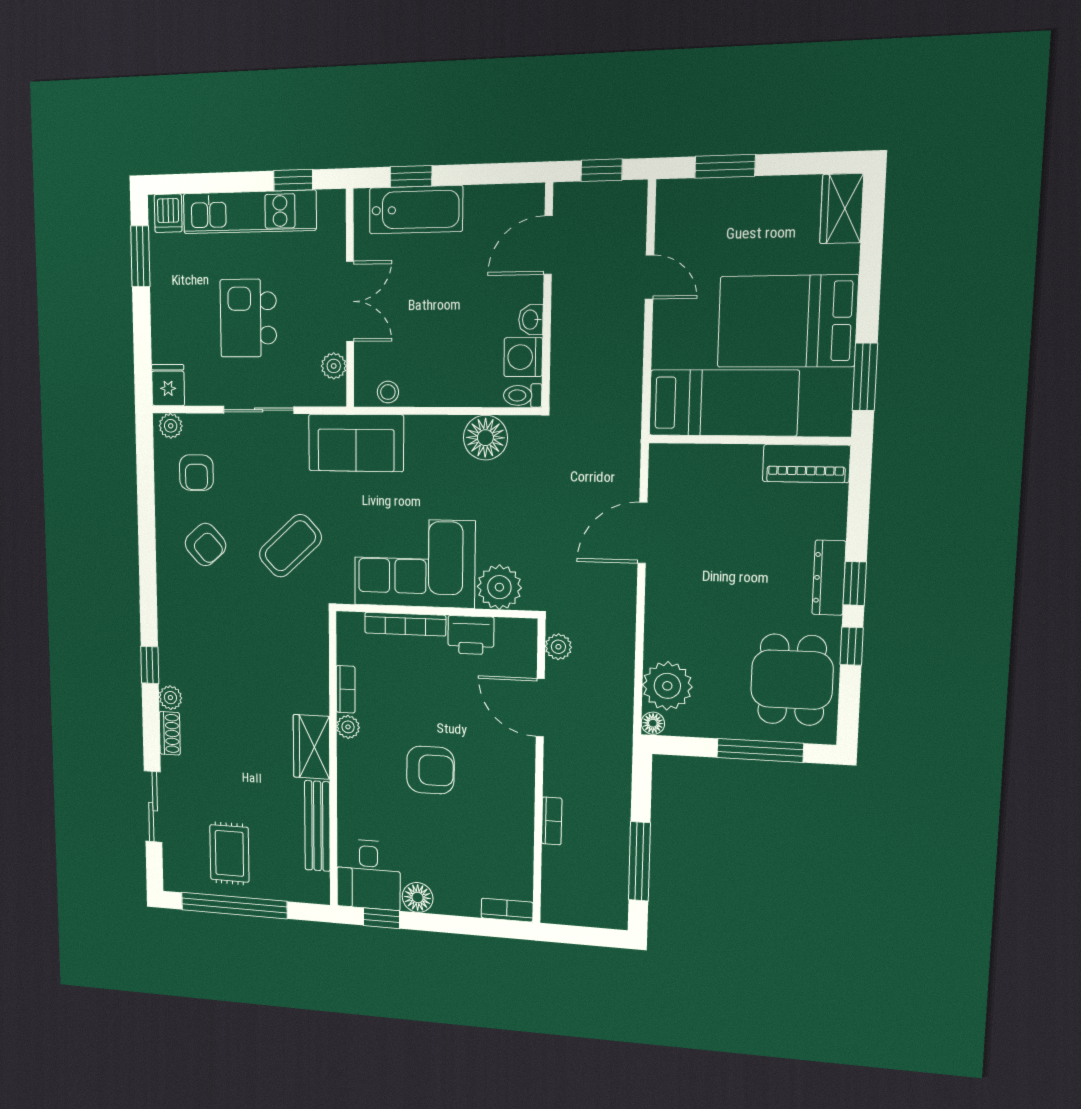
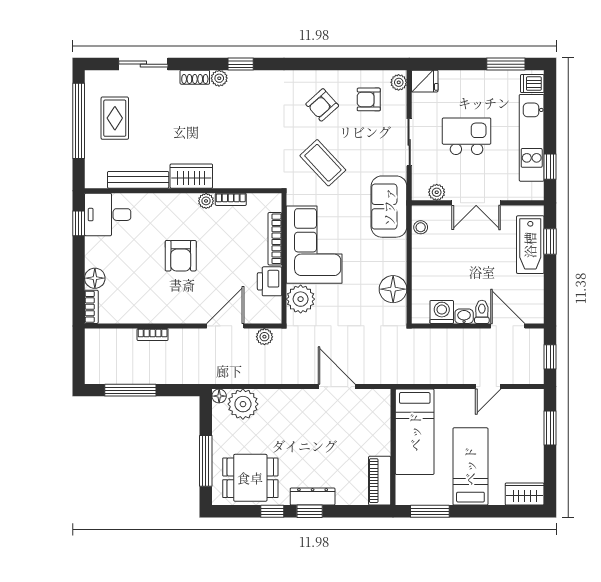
bed: (787, 321) -> (470, 466), width x0.67
toilet: (523, 395) -> (482, 312), moved
rug: (229, 853) -> (115, 118), turned 90
floor lamp: (418, 897) -> (95, 278), moved

